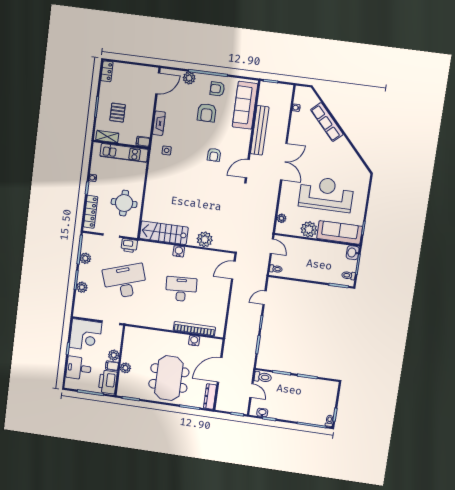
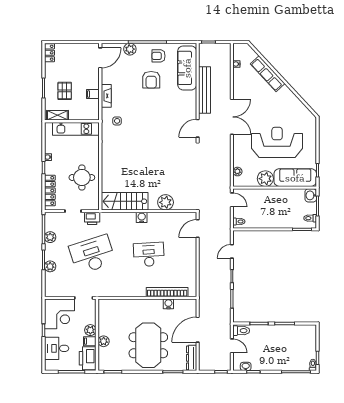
filing cabinet: (143, 142) -> (93, 94), moved
armchair: (214, 155) -> (164, 119), removed

